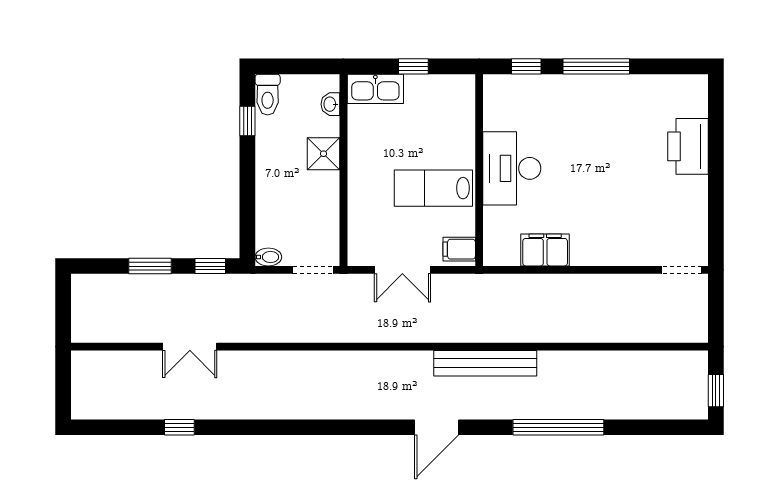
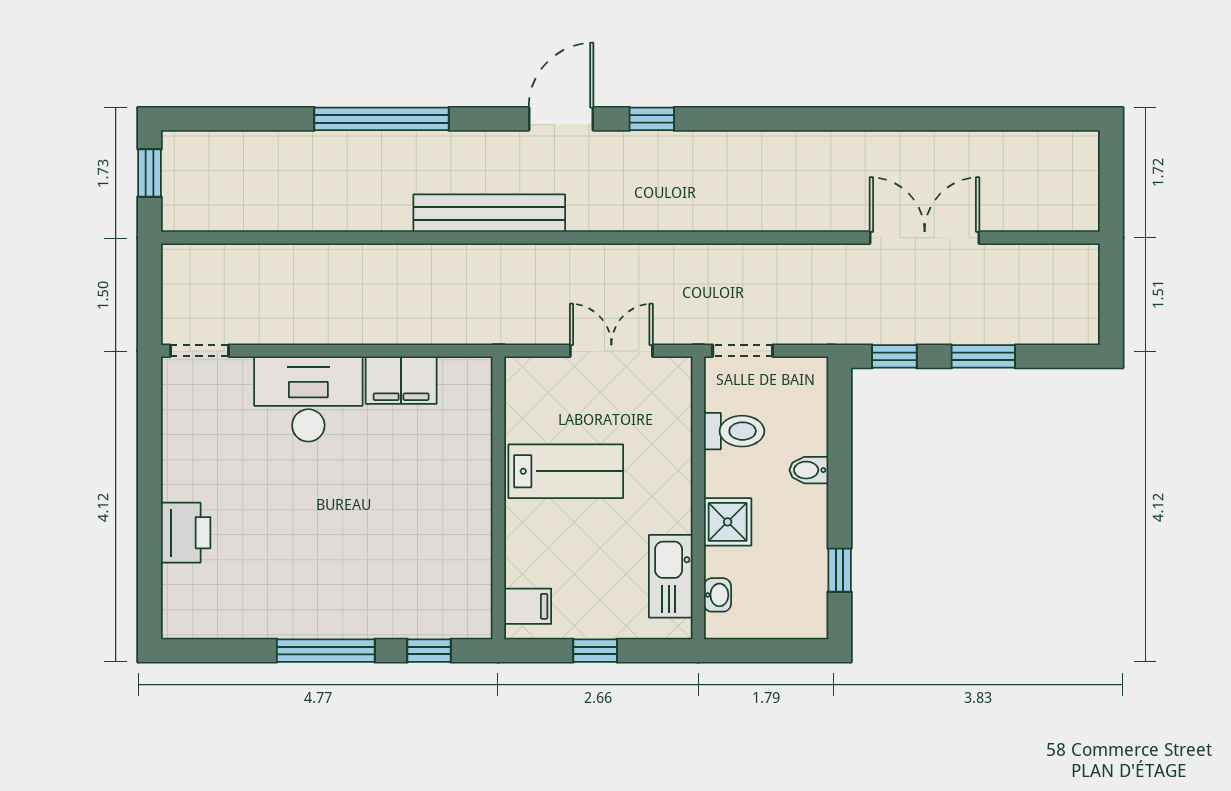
kitchen sink: (375, 89) -> (671, 576), moved, turned -90
toilet: (268, 95) -> (734, 431), moved, turned 90
printer: (688, 146) -> (186, 533), width x0.73, depth x0.84
desk: (512, 168) -> (308, 399), moved, turned -90
filing cabinet: (459, 249) -> (528, 606), moved
bidet: (268, 257) -> (809, 470), moved
double door: (190, 347) -> (925, 238), width x1.37
window: (179, 427) -> (652, 119), moved

